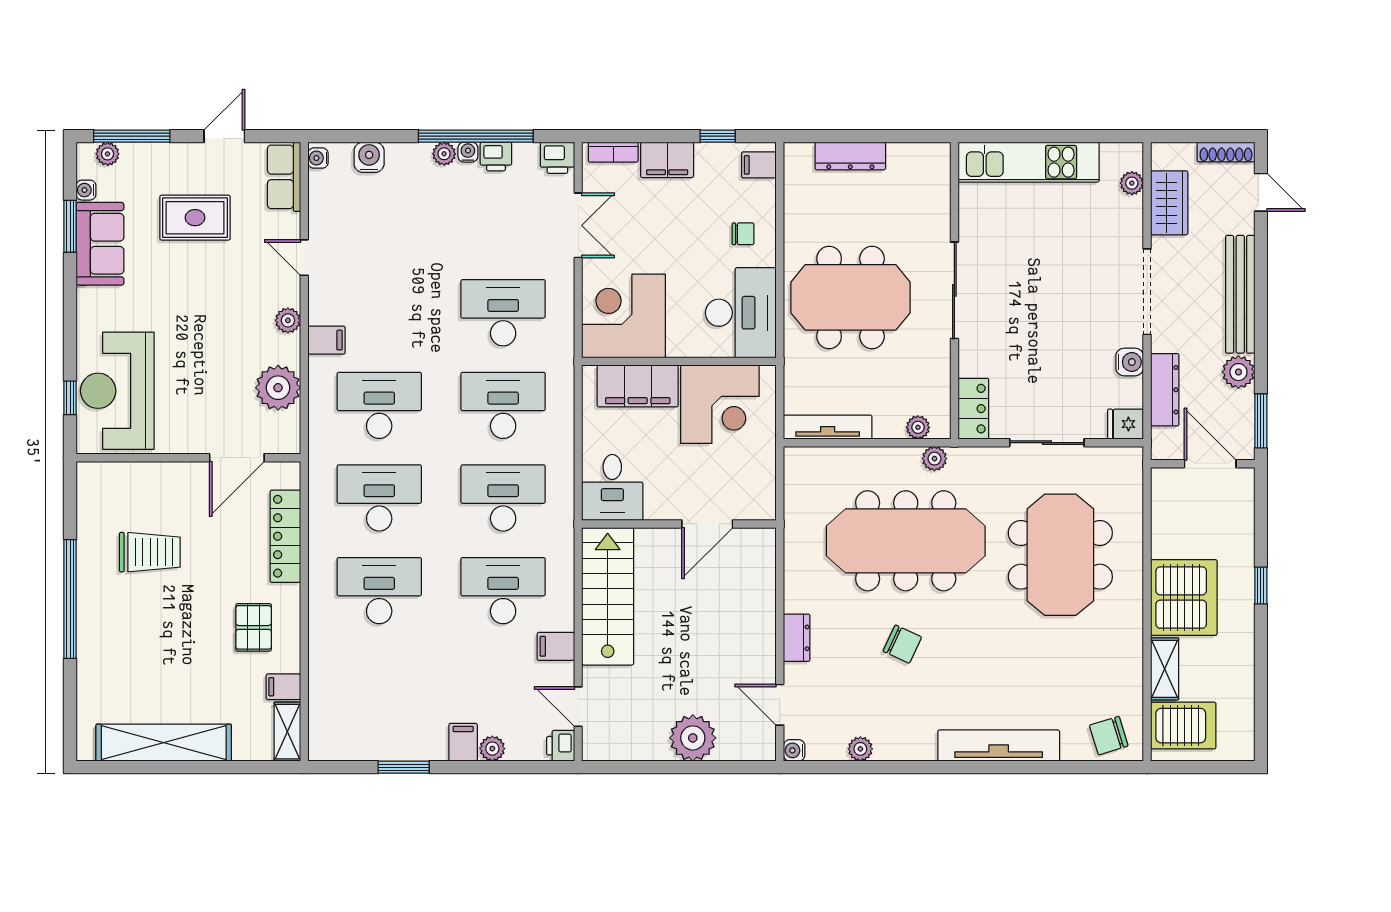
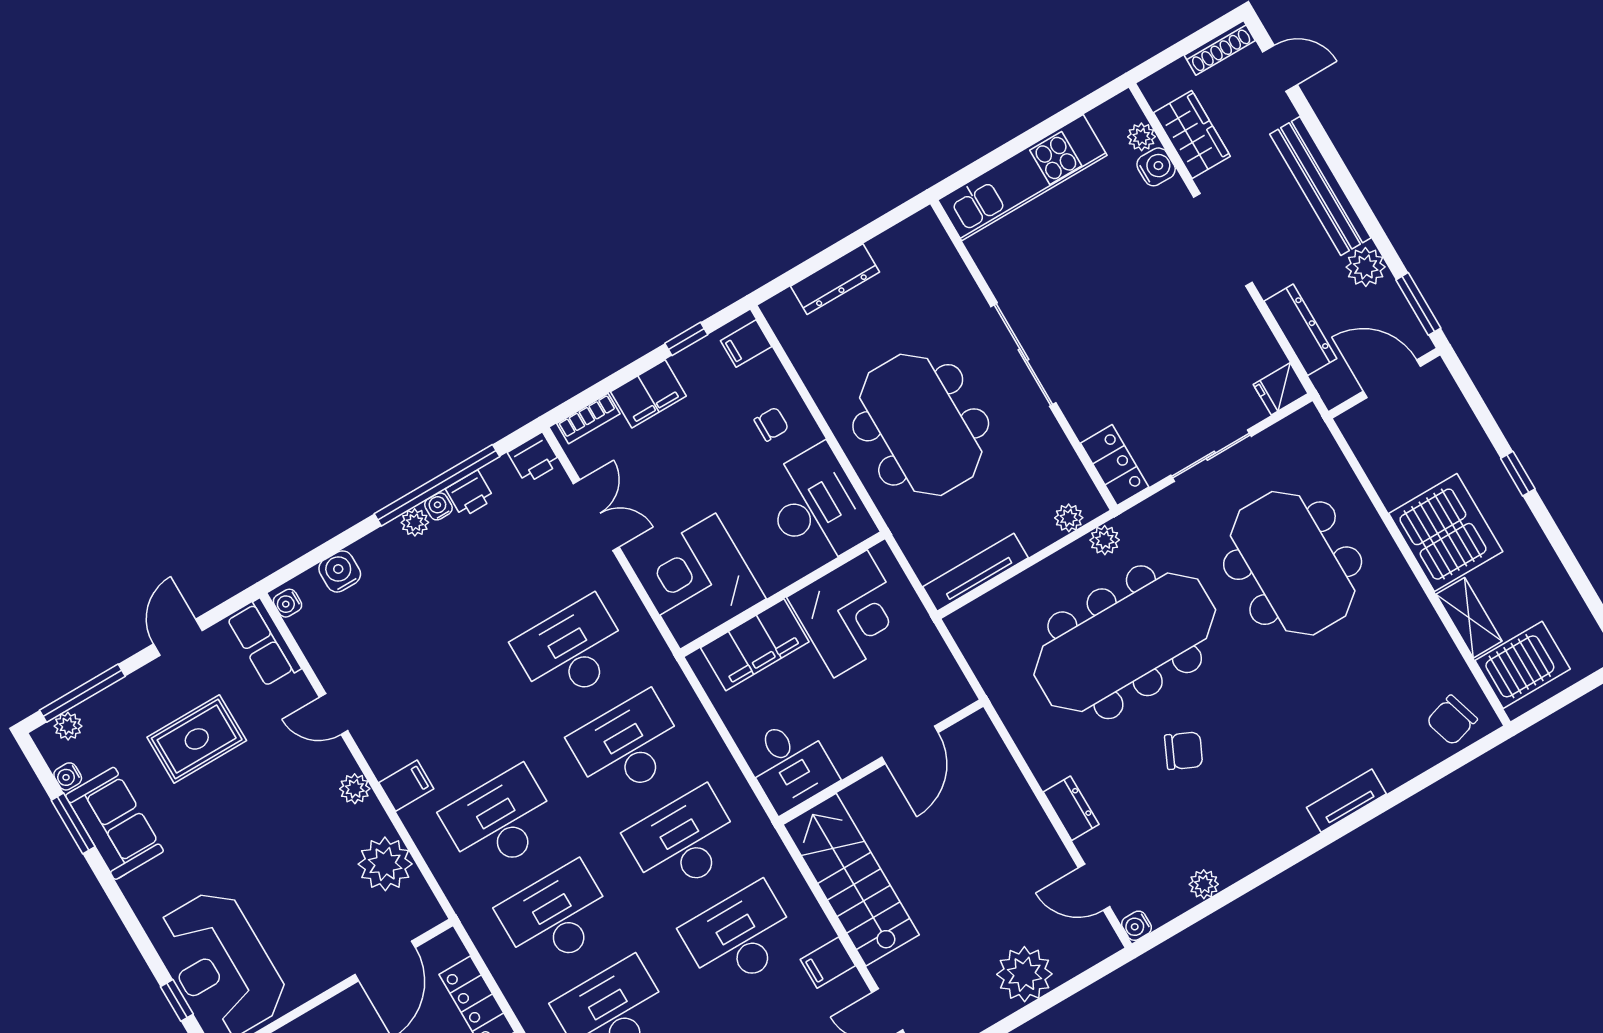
meeting table: (851, 297) -> (921, 425), turned 90
water cooler: (1130, 362) -> (1156, 167), moved
tv unit: (999, 746) -> (1346, 801), width x0.52, depth x0.78

